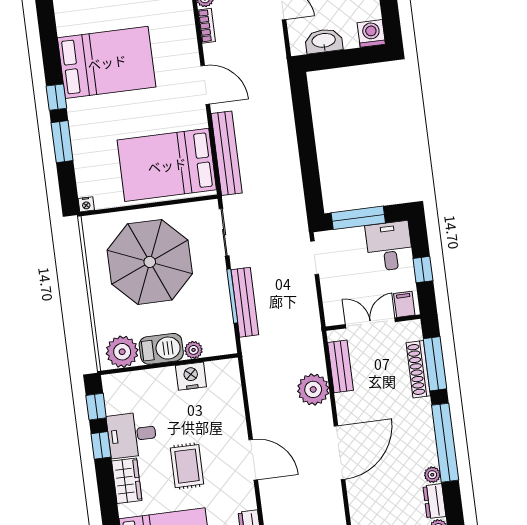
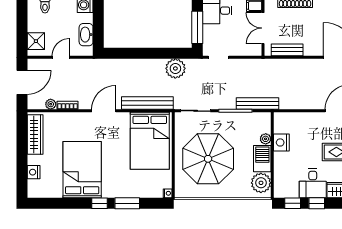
bench: (245, 302) -> (258, 104), moved
plant: (313, 389) -> (175, 68), moved

